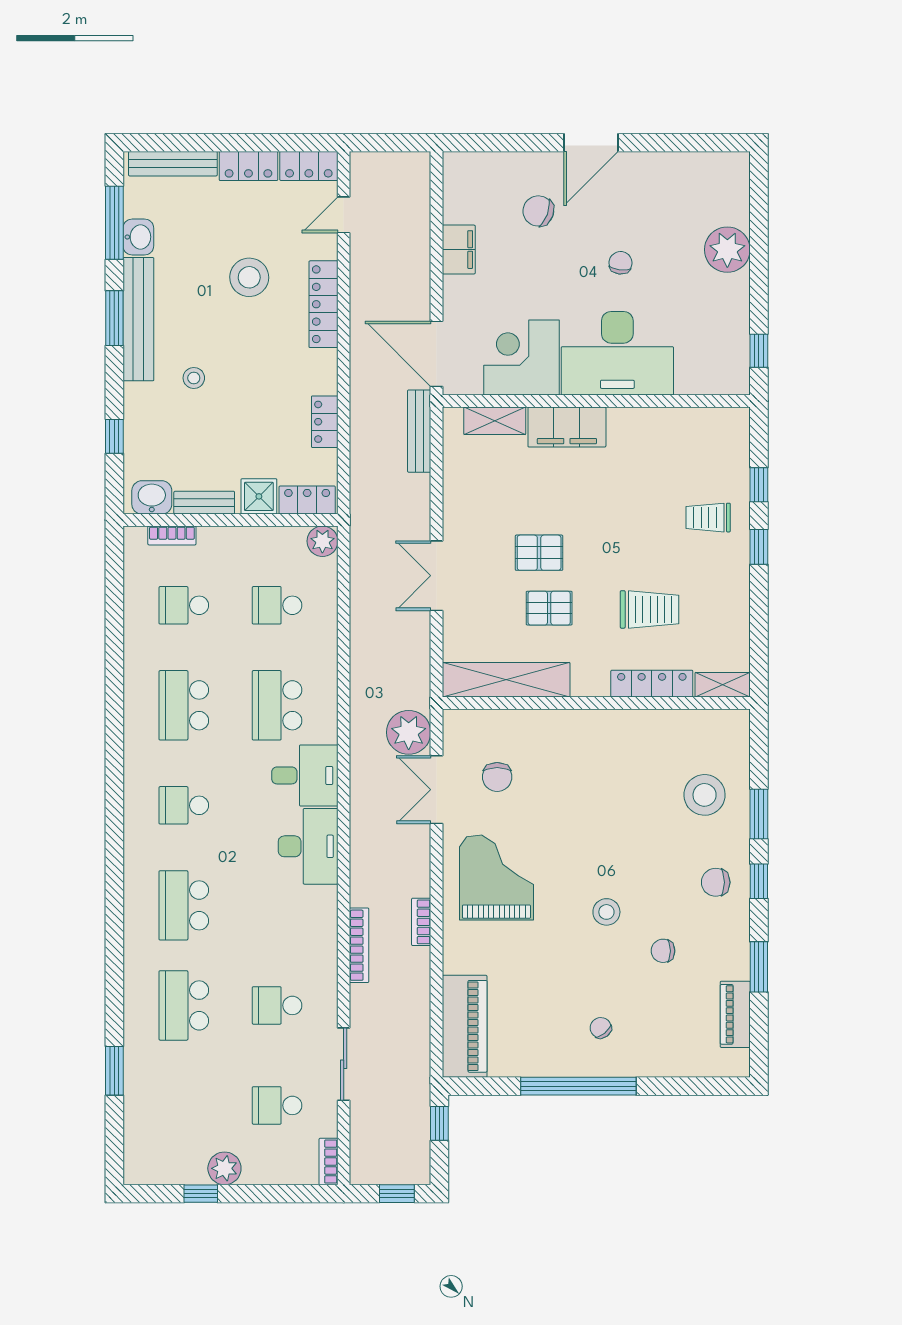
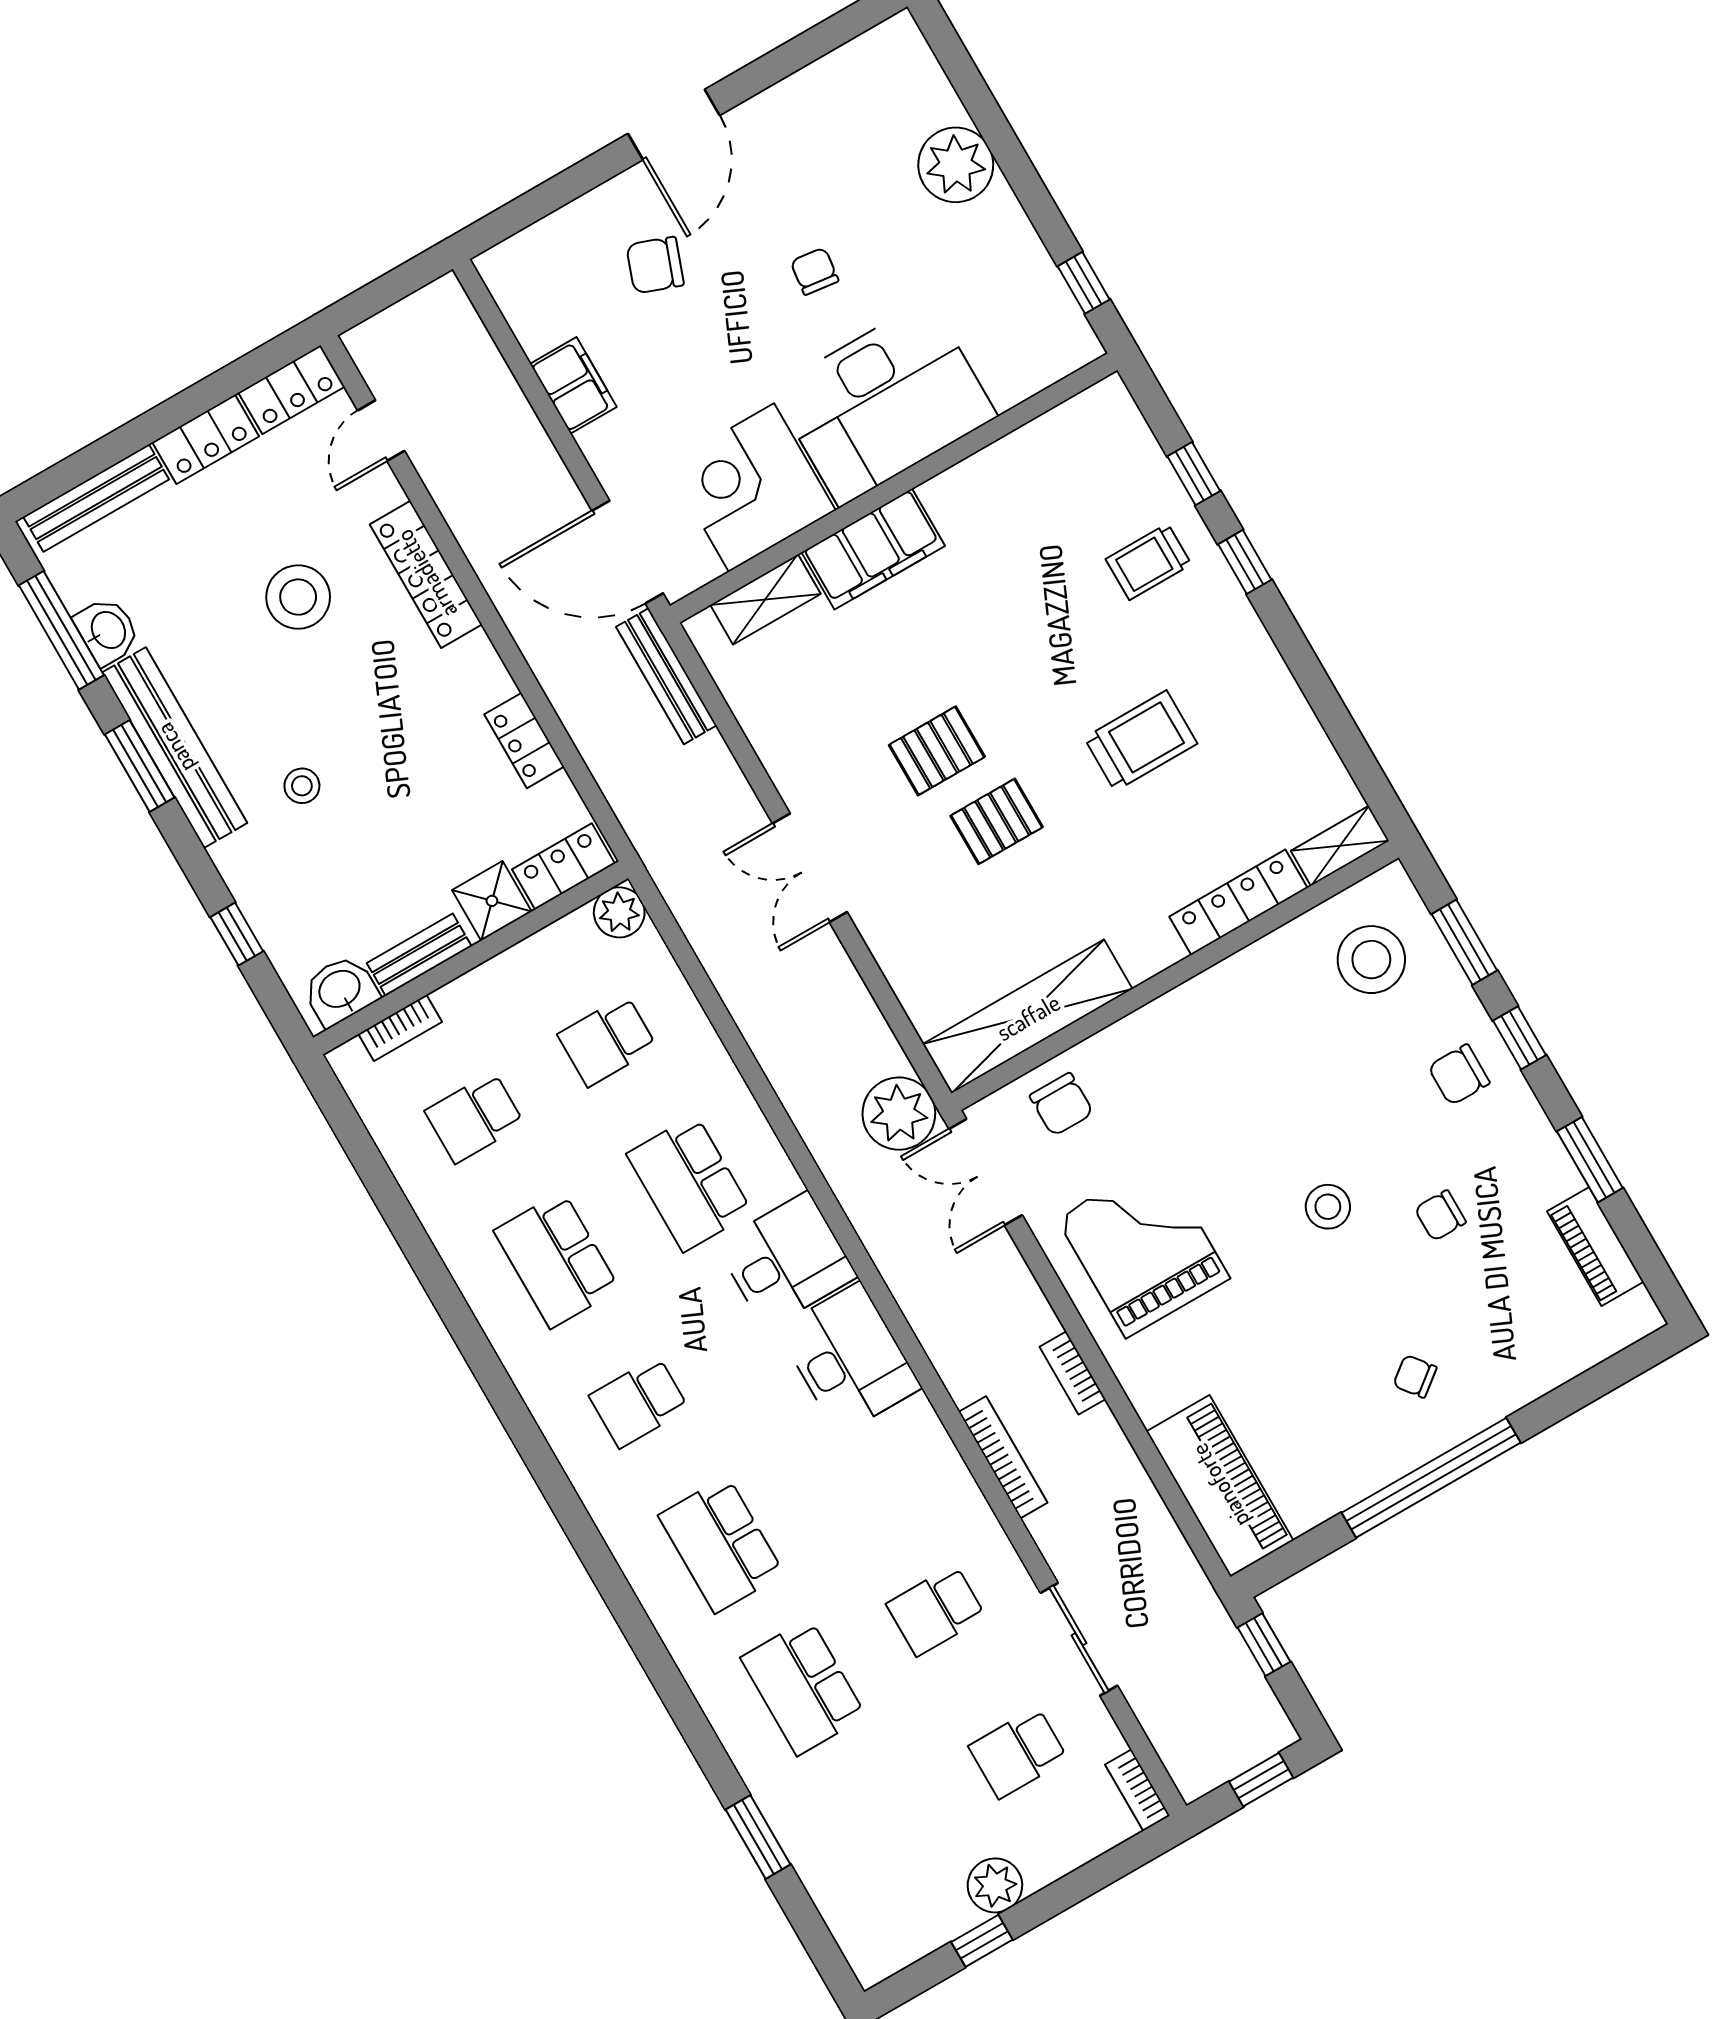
shelving: (506, 680) -> (1028, 1017), moved
locker: (652, 684) -> (1238, 902), moved
shelving: (723, 685) -> (1340, 846), moved
wall: (596, 703) -> (1175, 975), moved

